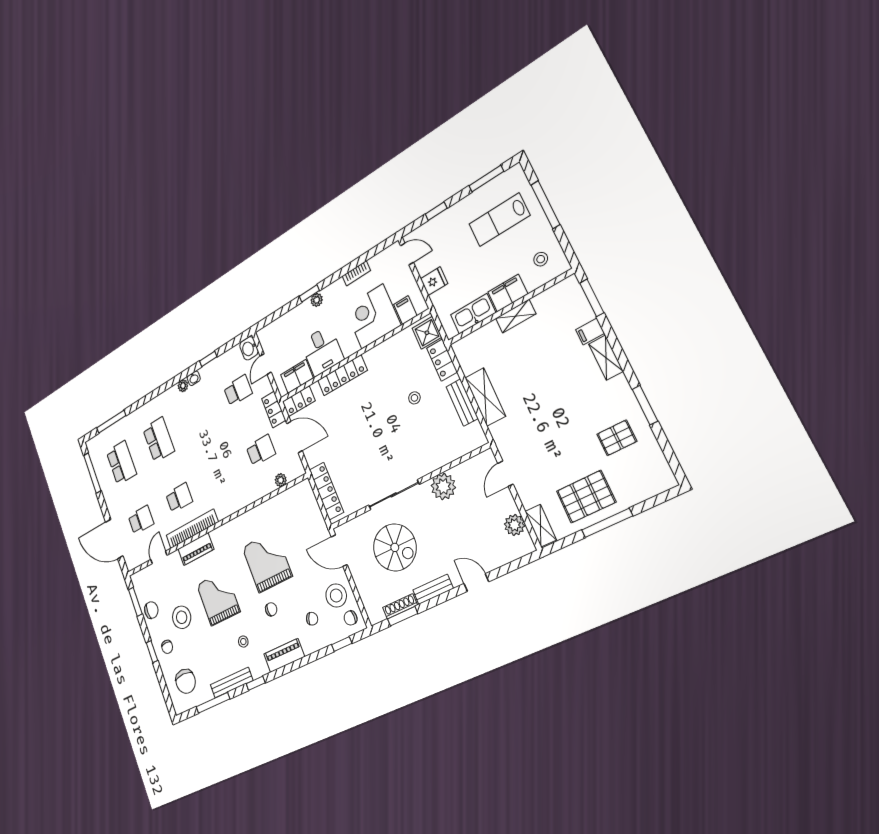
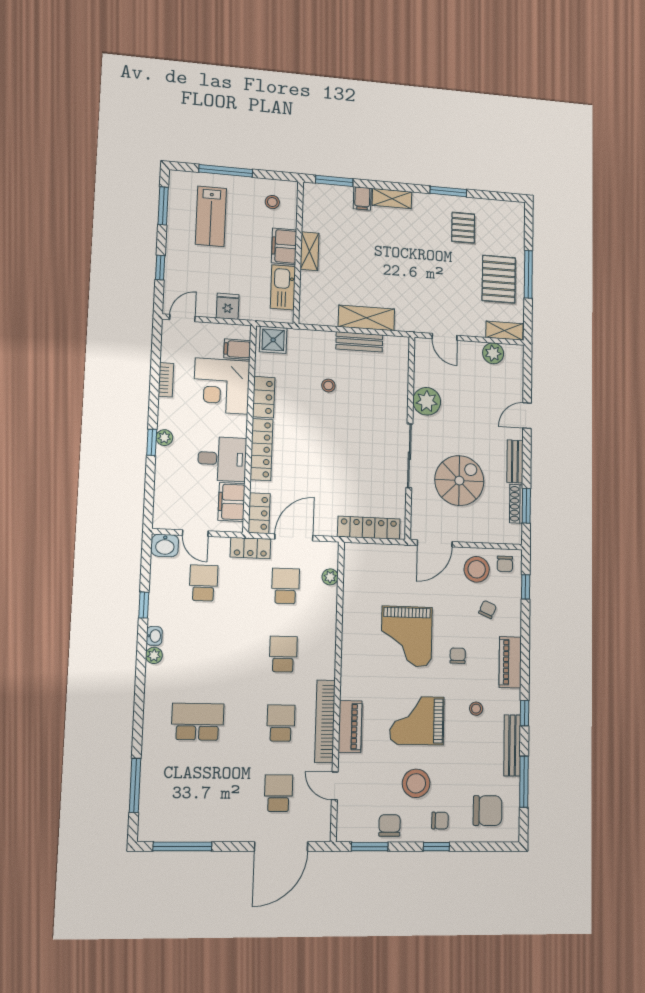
locker: (442, 360) -> (264, 397), moved, turned -90
school desk: (121, 463) -> (283, 654), moved, width x0.54
grand piano: (267, 562) -> (407, 636), turned -90

